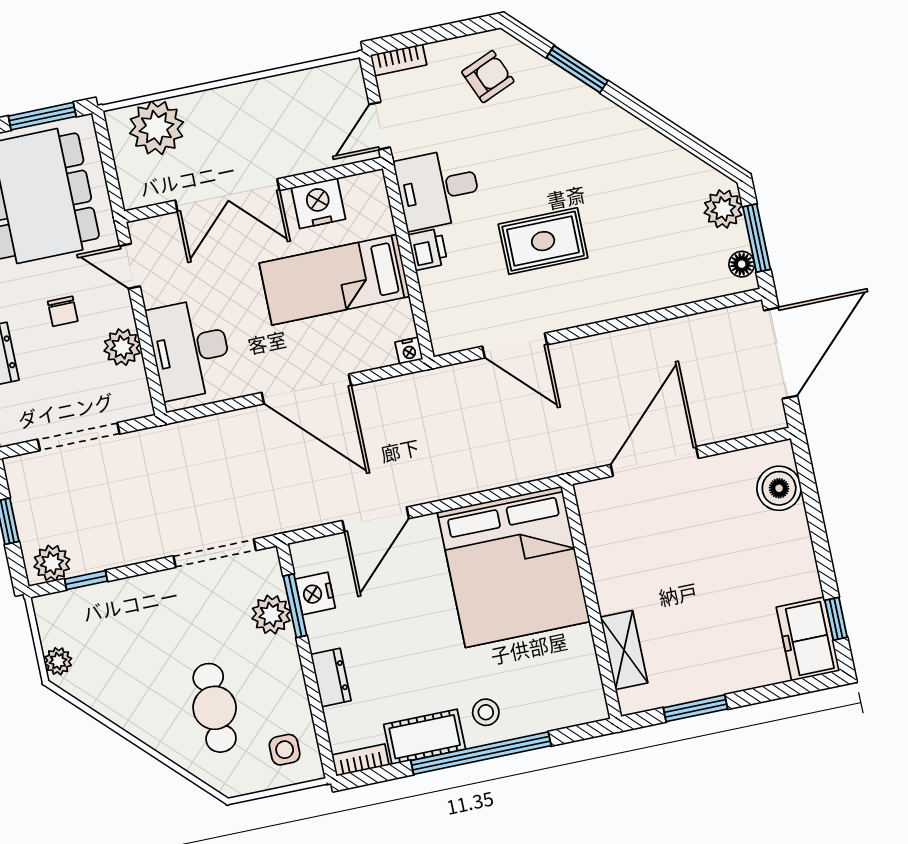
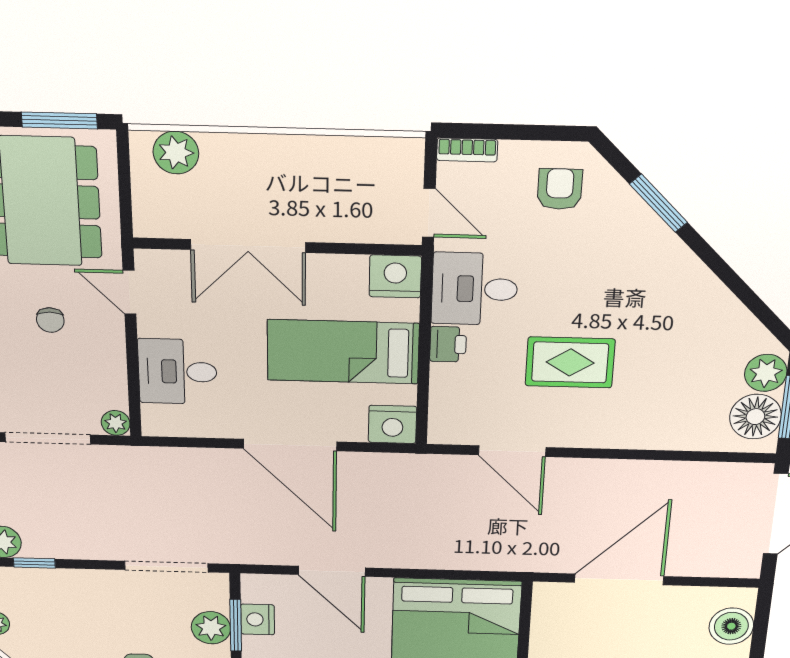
armchair: (488, 77) -> (560, 189), turned -67
door: (380, 126) -> (429, 213), swing flipped
plant: (156, 128) -> (176, 153), width x0.73, depth x0.73
nightstand: (318, 203) -> (395, 276), moved
floor lamp: (742, 264) -> (755, 417), width x1.89, depth x1.89
plant: (122, 347) -> (116, 423), moved, width x0.73, depth x0.73
desk: (190, 349) -> (178, 372), width x0.73
nightstand: (409, 351) -> (392, 424), width x1.89, depth x1.79
door: (376, 520) -> (332, 571), hinge flipped

